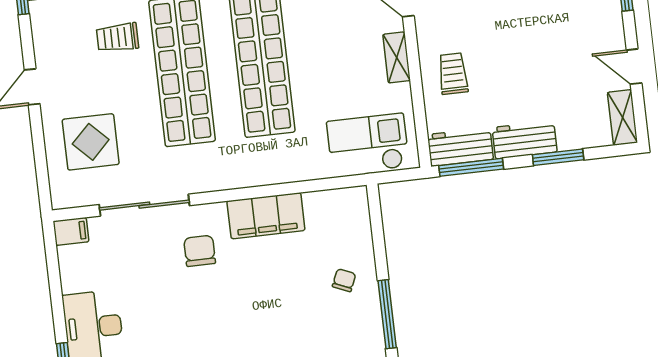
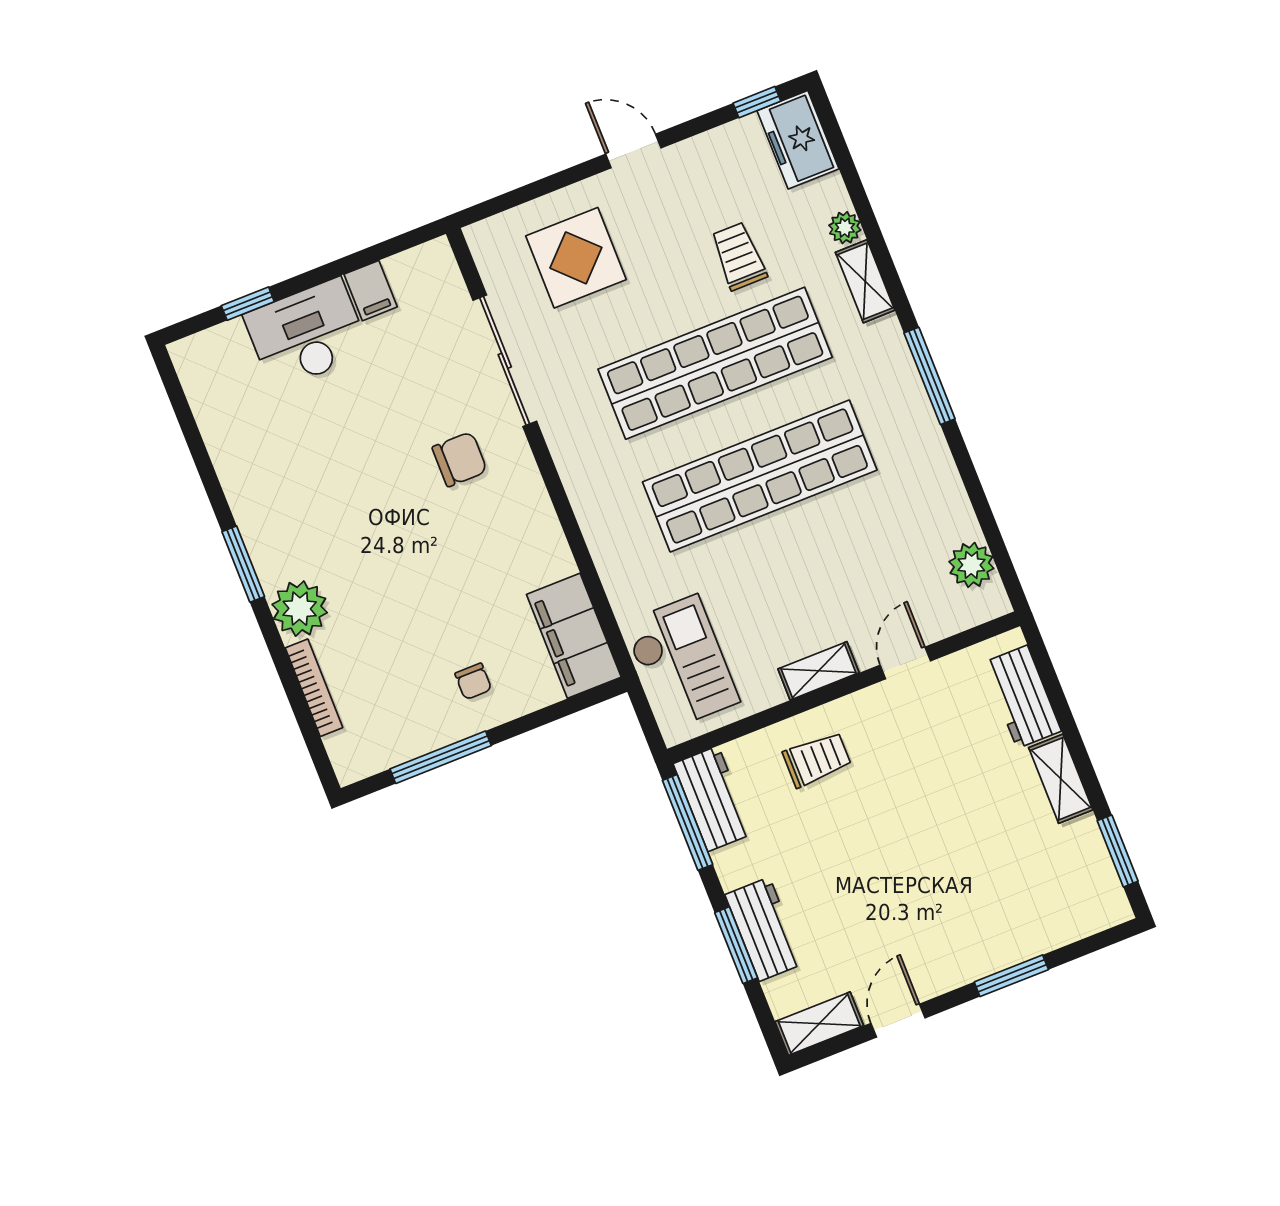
workbench: (525, 140) -> (764, 929), moved
filing cabinet: (266, 216) -> (574, 636), moved
filing cabinet: (71, 231) -> (371, 291), moved
chair: (344, 280) -> (473, 681), turned 67

